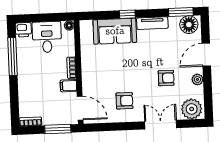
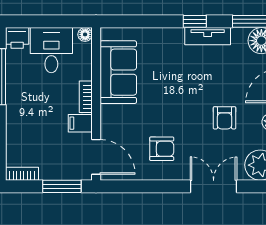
window: (127, 14) -> (195, 21), moved
sofa: (115, 31) -> (118, 72), moved, turned -90
armchair: (166, 78) -> (225, 118), turned 90

